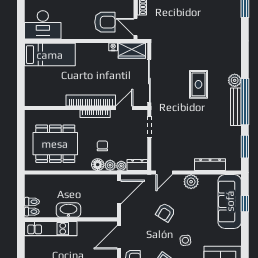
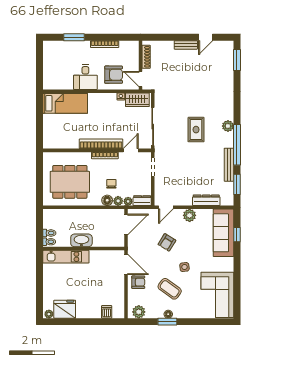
desk: (43, 25) -> (85, 77), moved, width x0.73
bench: (236, 107) -> (229, 165), moved
door: (119, 237) -> (126, 264), swing flipped

